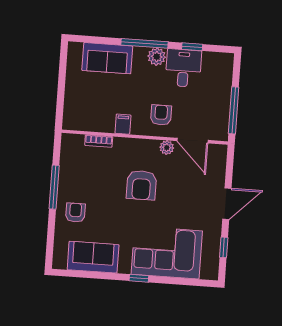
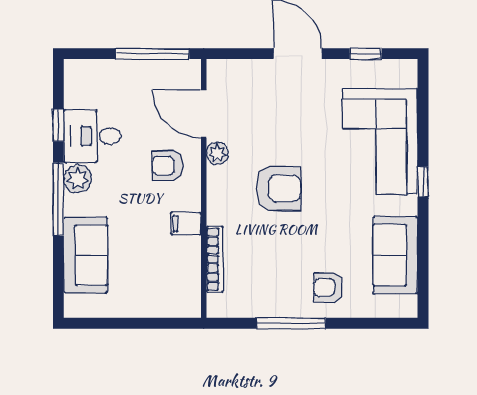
bookcase: (99, 141) -> (215, 259), width x1.56
door: (193, 141) -> (204, 114), swing flipped

